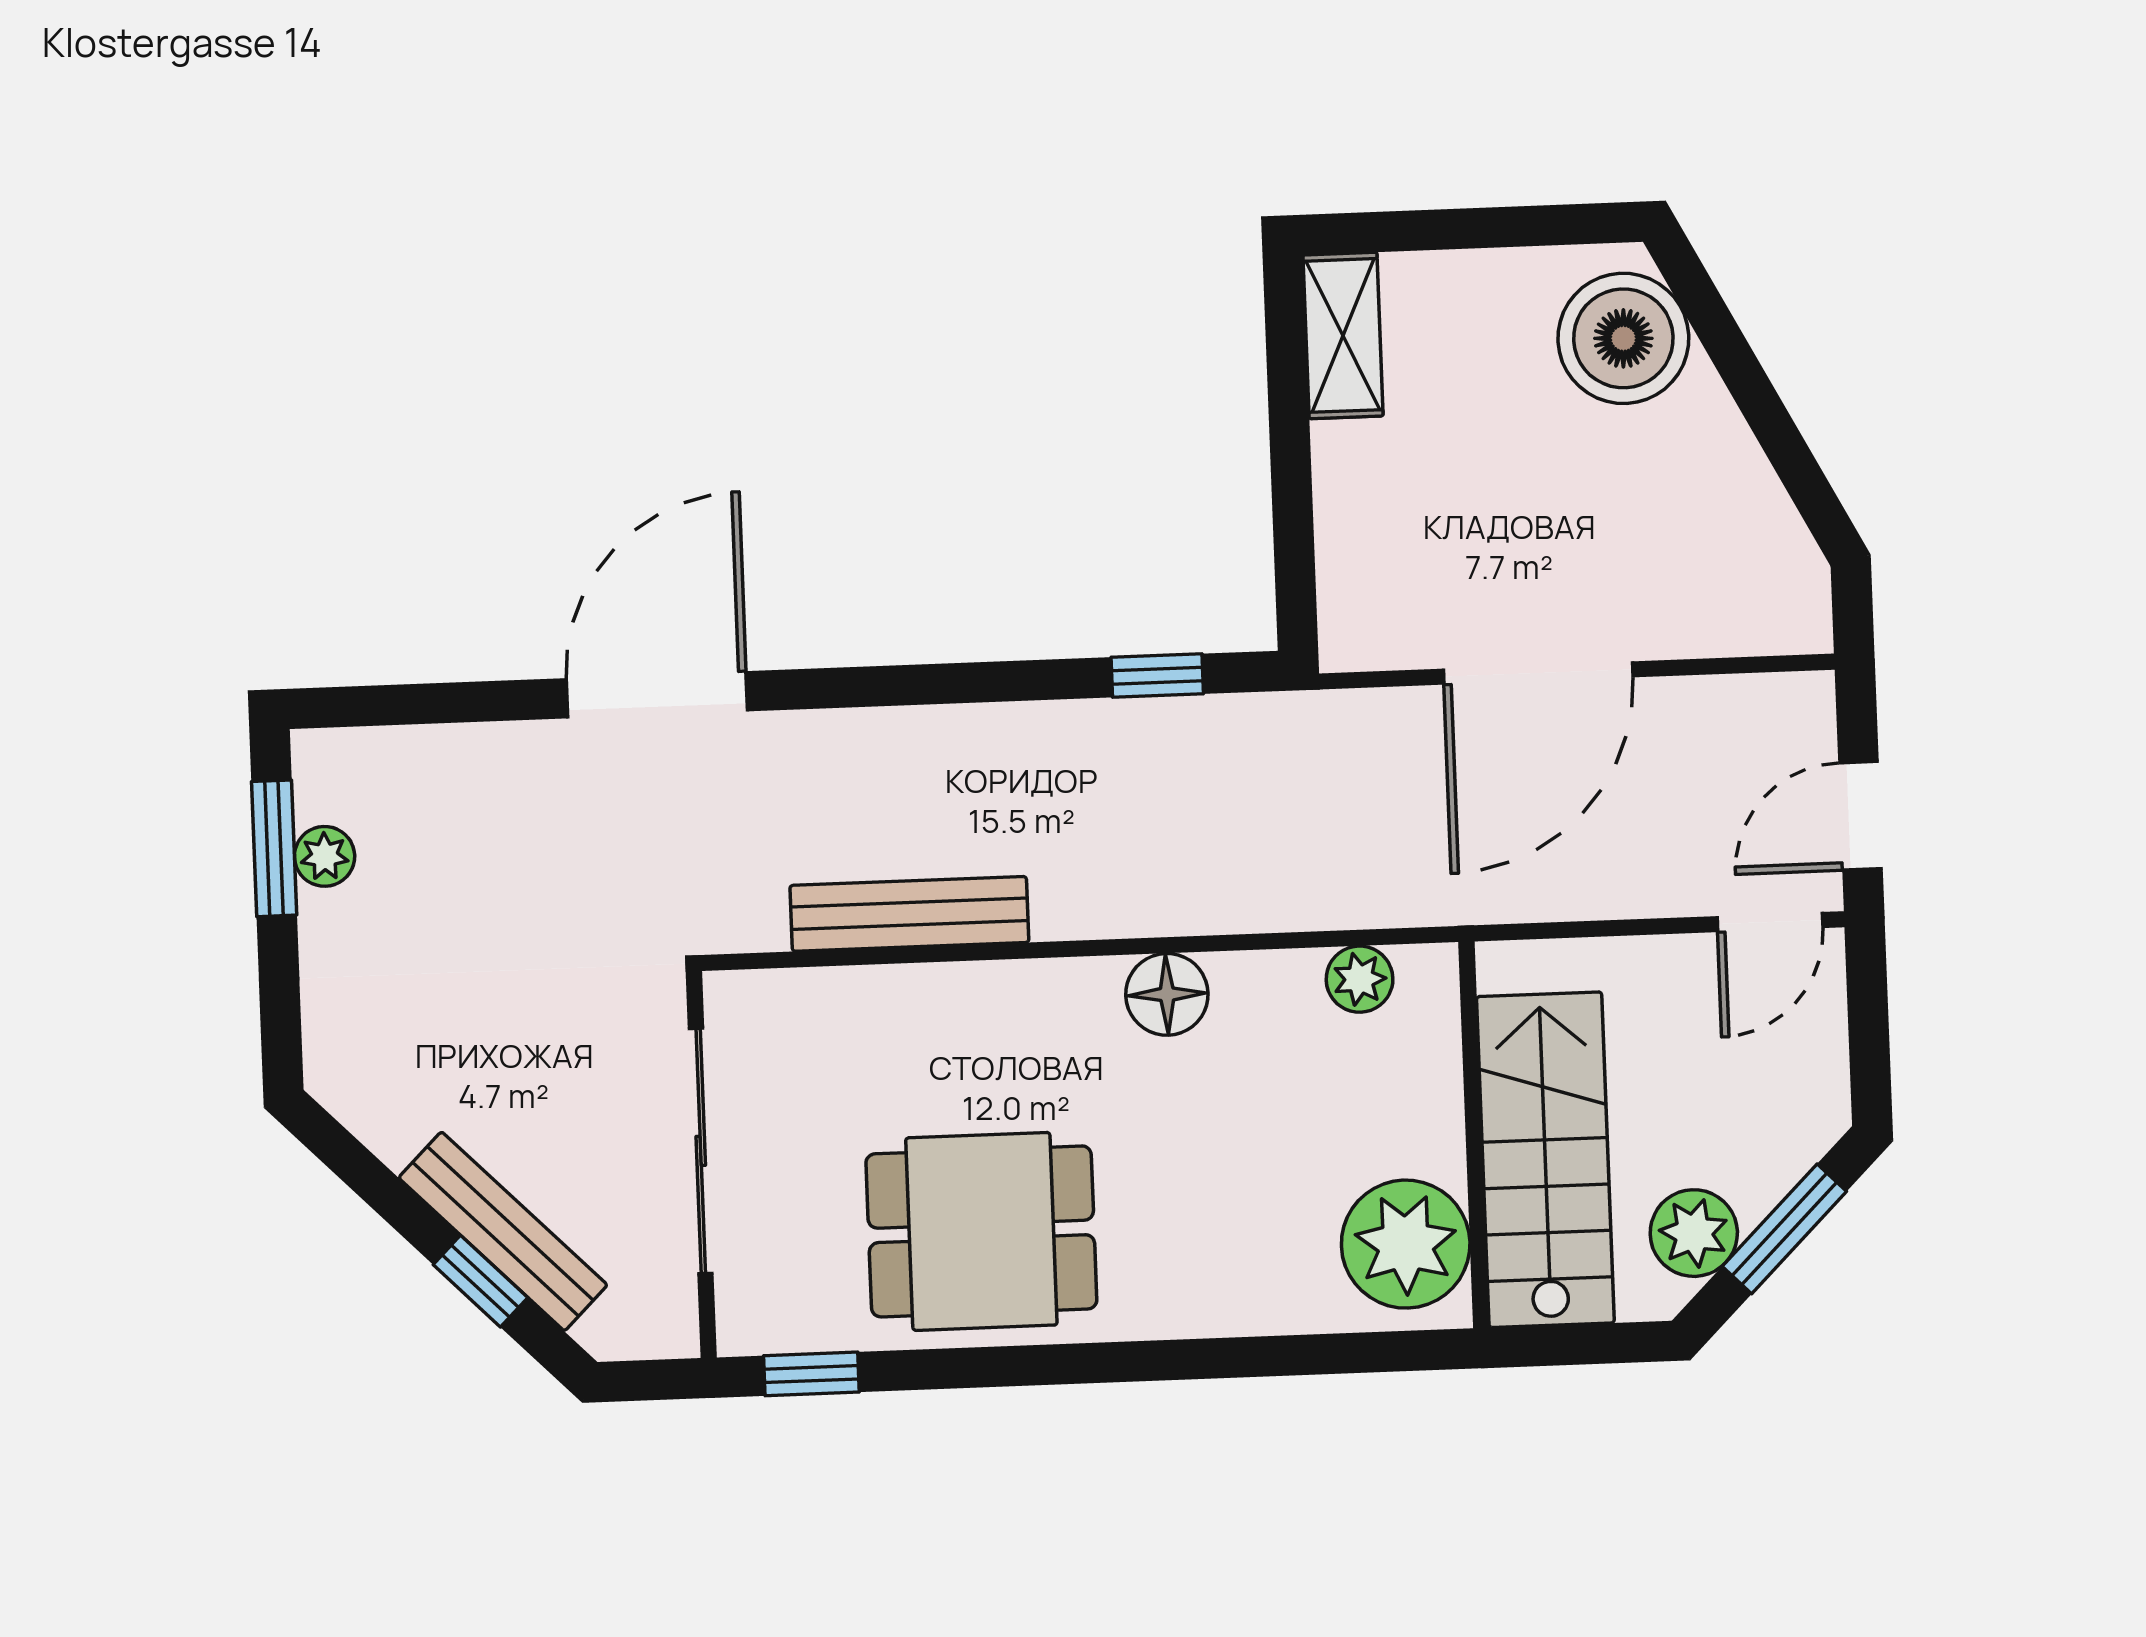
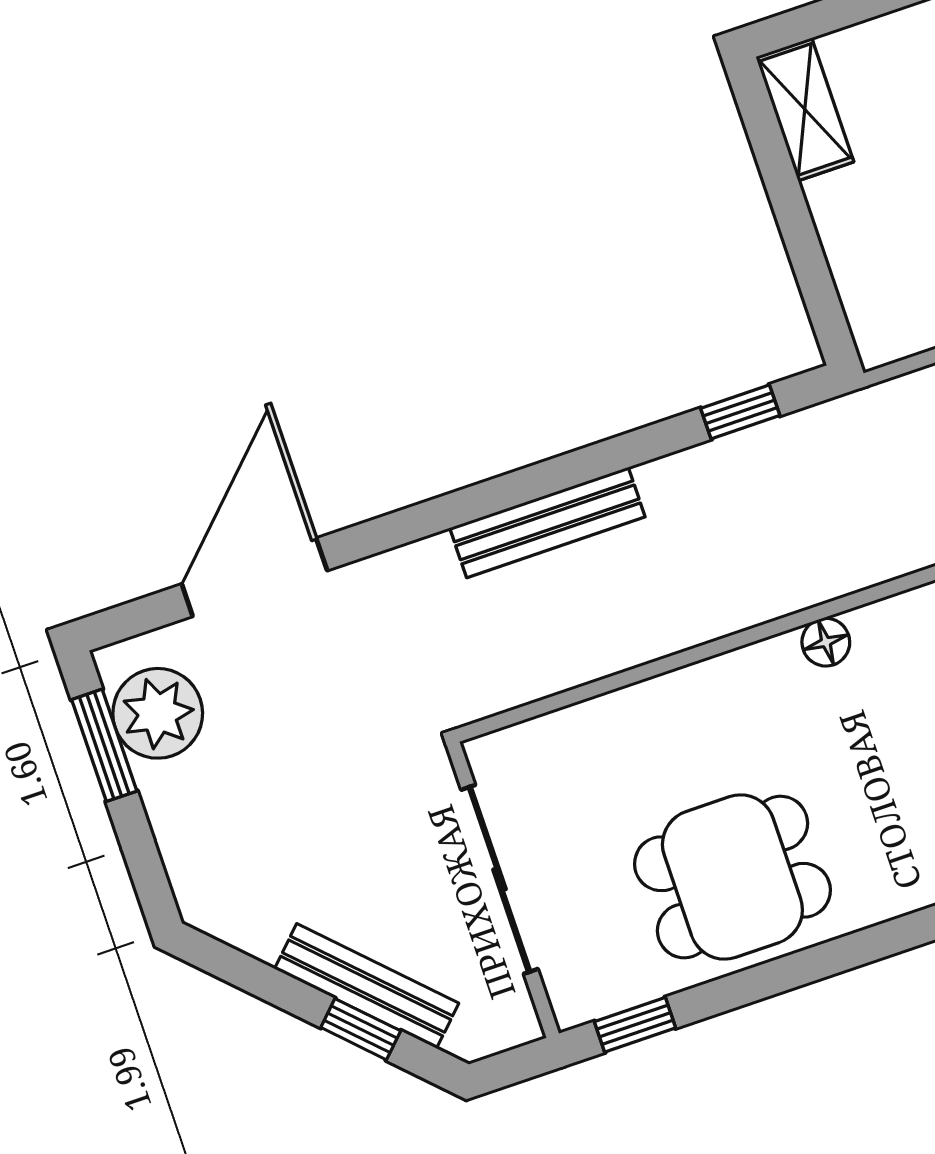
door: (657, 695) -> (254, 577), moved
plant: (325, 856) -> (158, 713), width x1.88, depth x1.88
bench: (909, 914) -> (547, 522), moved
floor lamp: (1167, 994) -> (826, 642), width x0.73, depth x0.73

